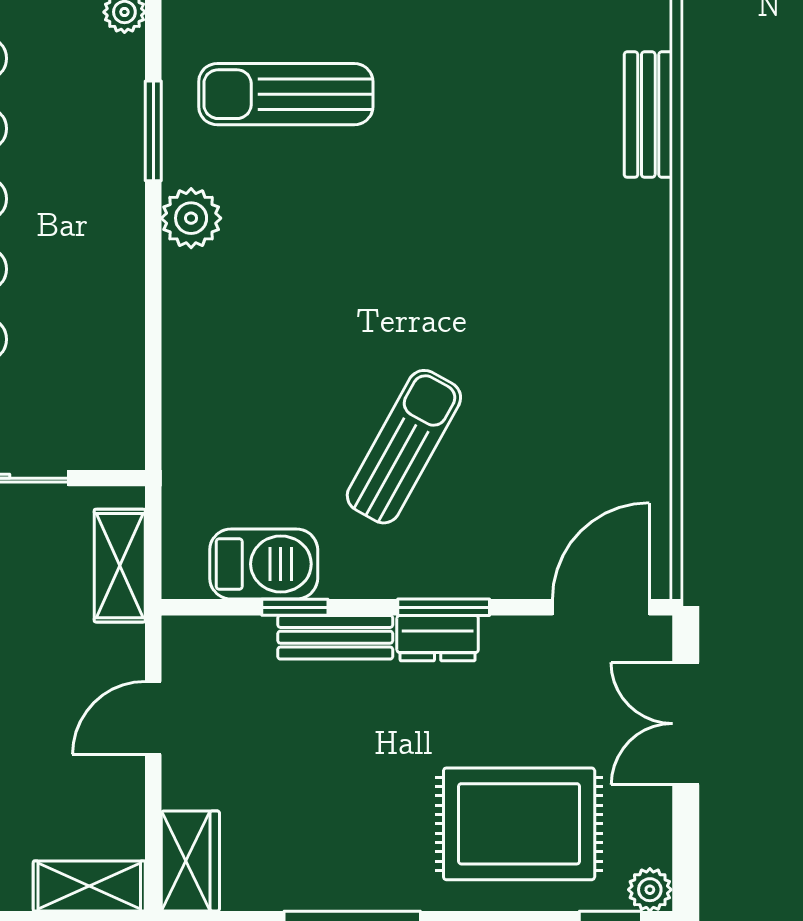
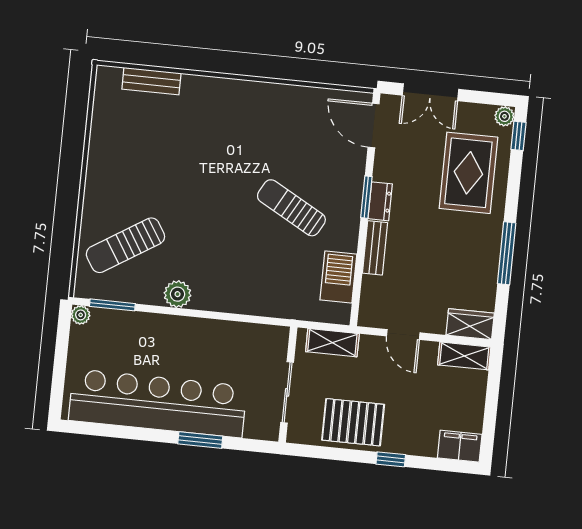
sun lounger: (286, 94) -> (125, 245), turned 58
window: (153, 131) -> (112, 305), moved
window: (295, 607) -> (359, 265), removed
shelving: (89, 886) -> (464, 356), moved, turned 90

